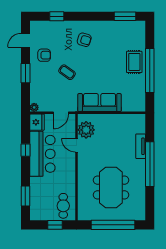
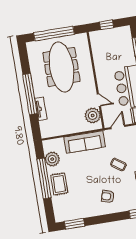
plant: (137, 90) -> (52, 159), added
meeting table: (111, 188) -> (62, 67), width x1.36
cafe table: (63, 206) -> (102, 43), removed

